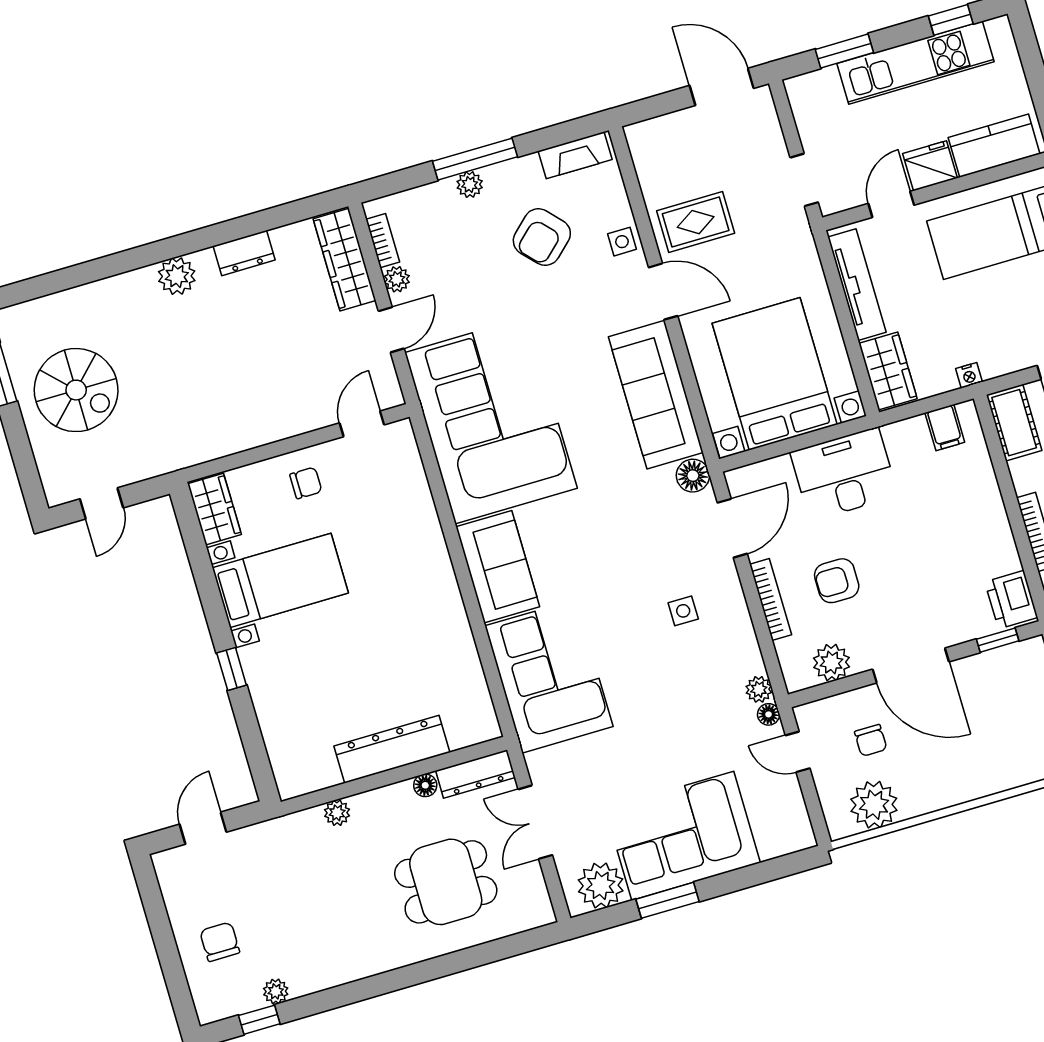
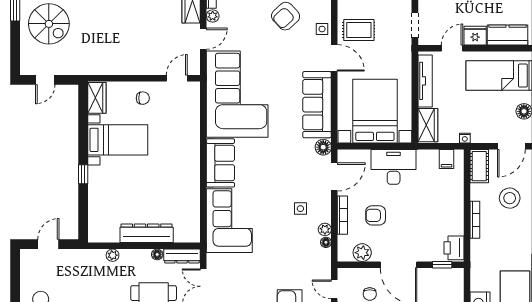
plant: (759, 689) -> (325, 229), moved
floor lamp: (769, 714) -> (326, 242), moved

